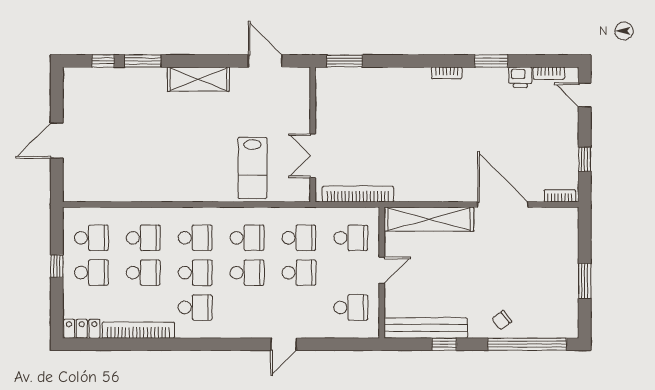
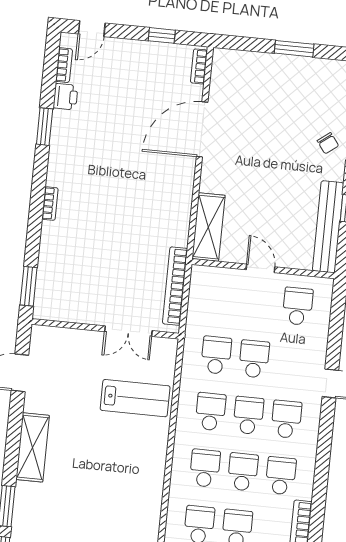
bookcase: (447, 73) -> (50, 204), moved
shelving: (429, 219) -> (208, 227), width x0.68
school desk: (351, 238) -> (286, 419), moved

